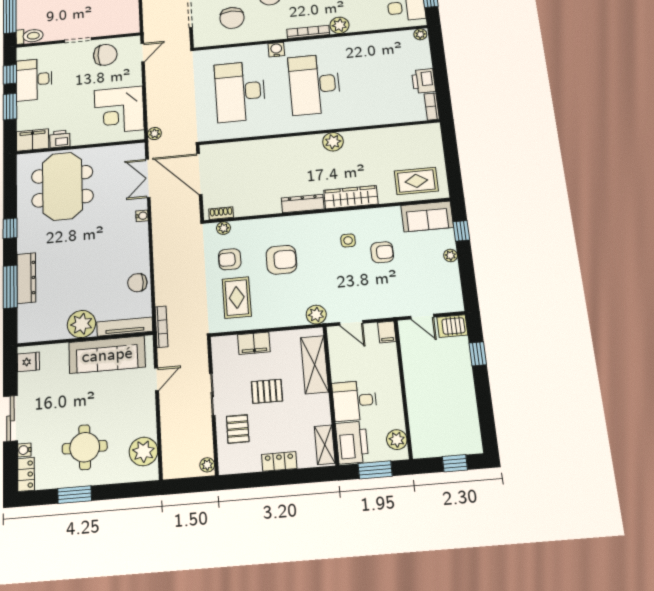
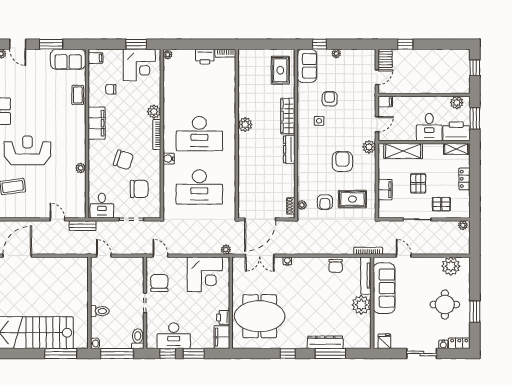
armchair: (281, 260) -> (342, 161), moved

